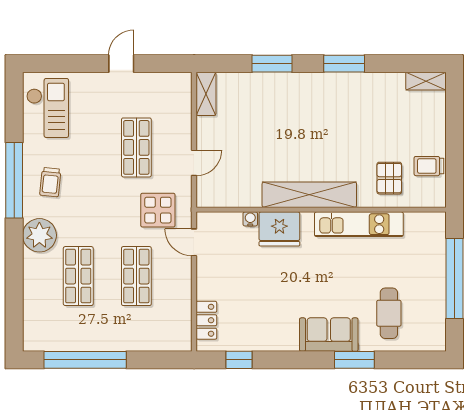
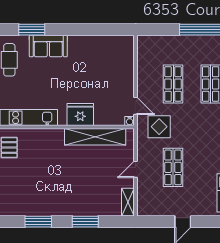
door: (194, 163) -> (136, 169), moved
shelving: (309, 195) -> (95, 137), moved
water cooler: (250, 219) -> (130, 121), moved
locker: (206, 320) -> (128, 55), removed
window: (239, 360) -> (106, 30), removed

